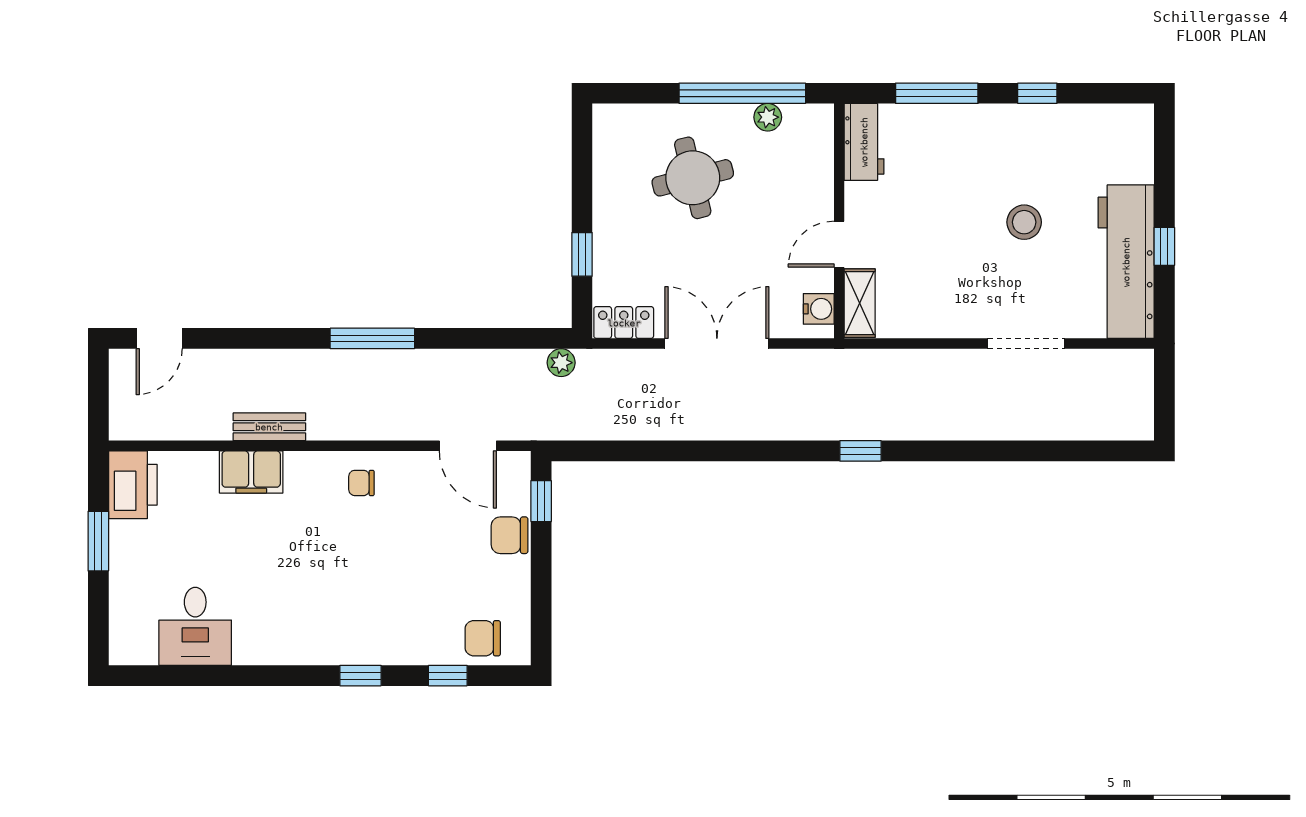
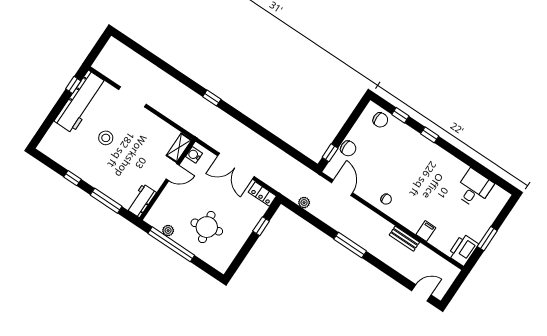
window: (1164, 246) -> (73, 85), moved
plant: (561, 363) -> (304, 203), moved
filing cabinet: (251, 472) -> (426, 231), width x0.50

